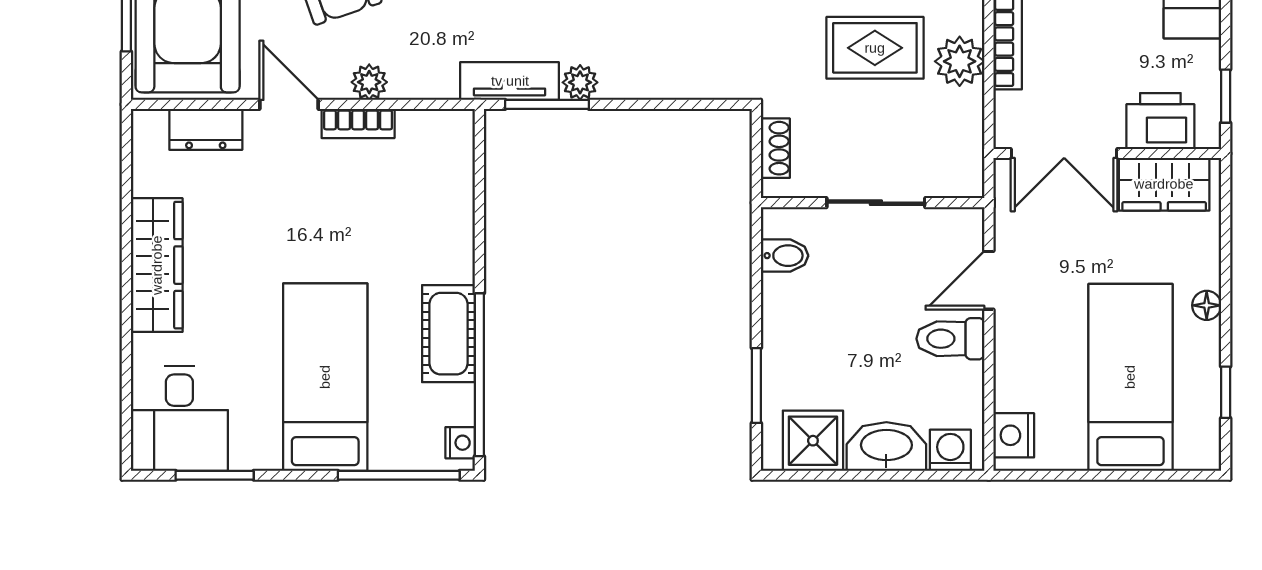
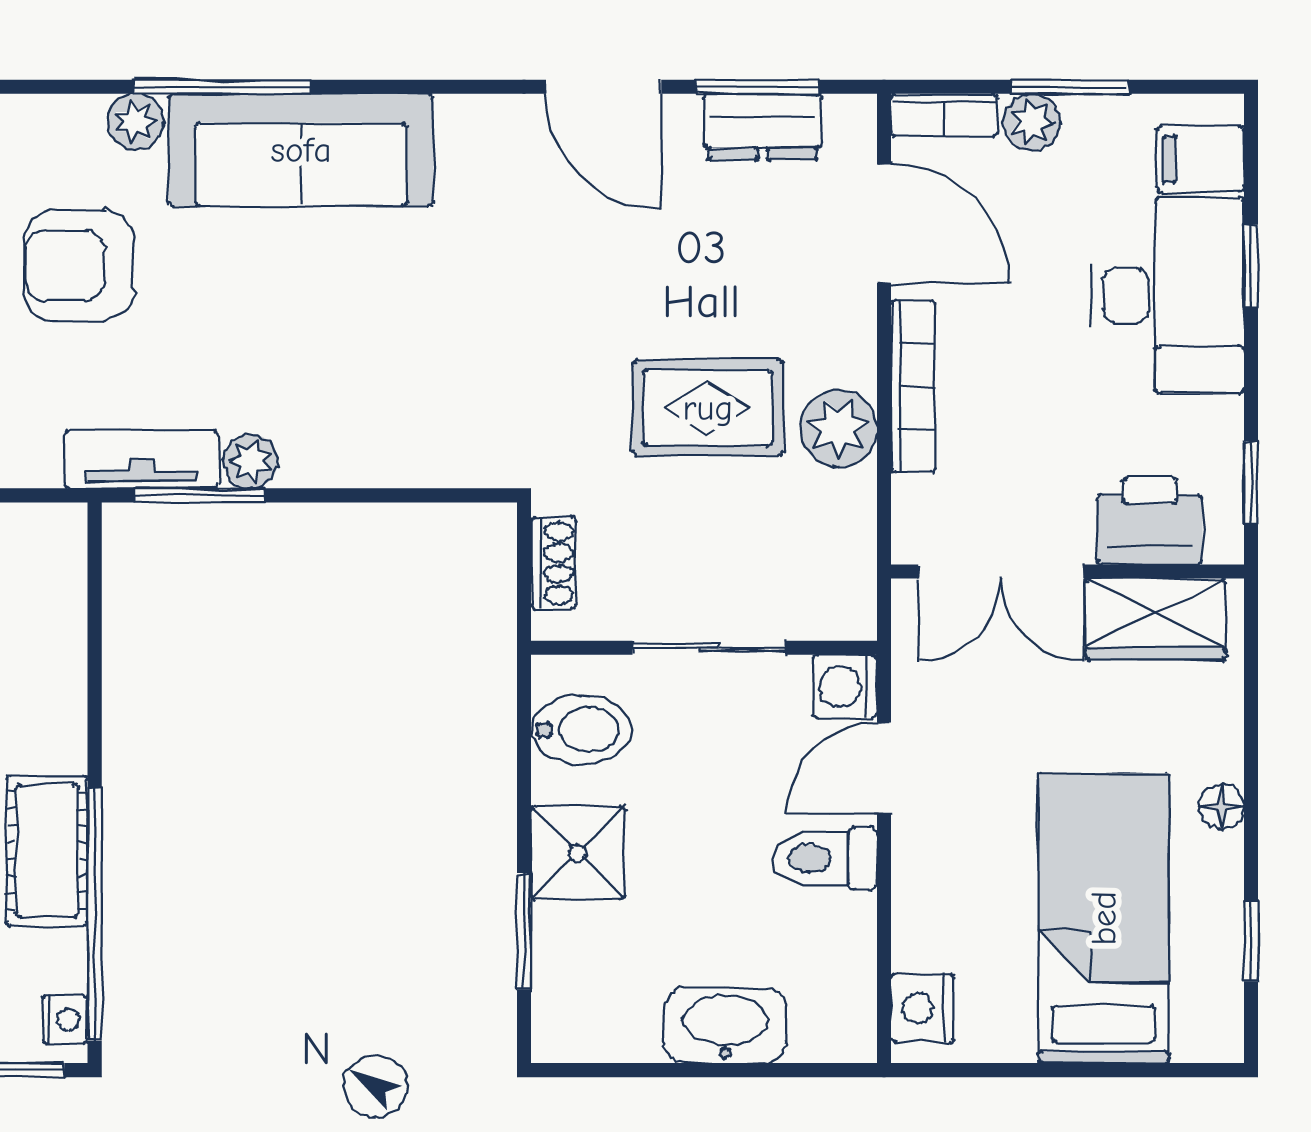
bidet: (785, 256) -> (581, 730), width x1.38, depth x1.36
shower: (813, 441) -> (578, 853), moved
washing machine: (950, 450) -> (845, 686), moved, turned -90

